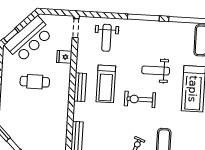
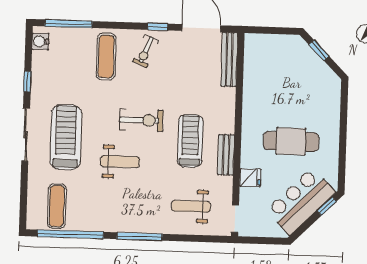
weight bench: (106, 38) -> (191, 206), turned -90
cafe table: (35, 82) -> (291, 141), width x1.37, depth x1.35
bench: (80, 87) -> (226, 155), moved

